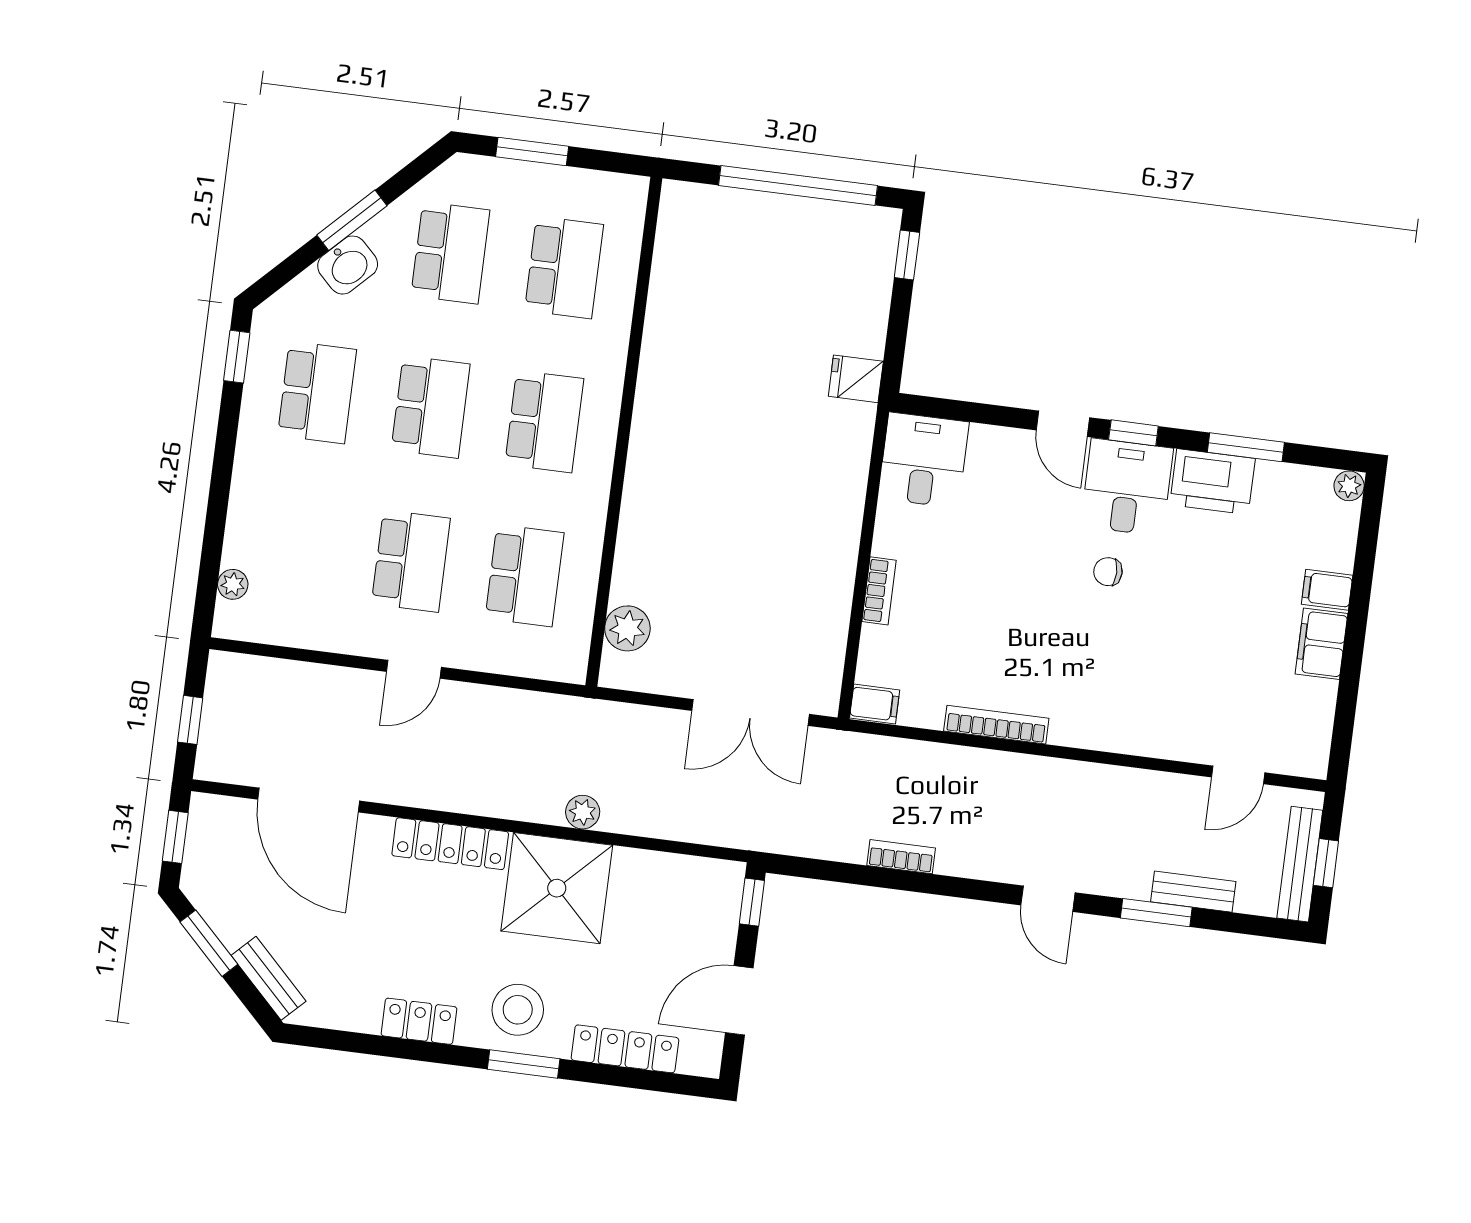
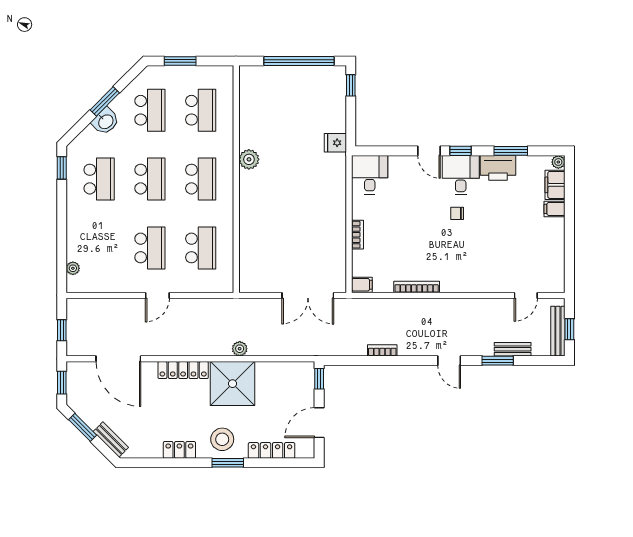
plant: (627, 628) -> (249, 159), moved
filing cabinet: (1322, 644) -> (555, 185), moved

